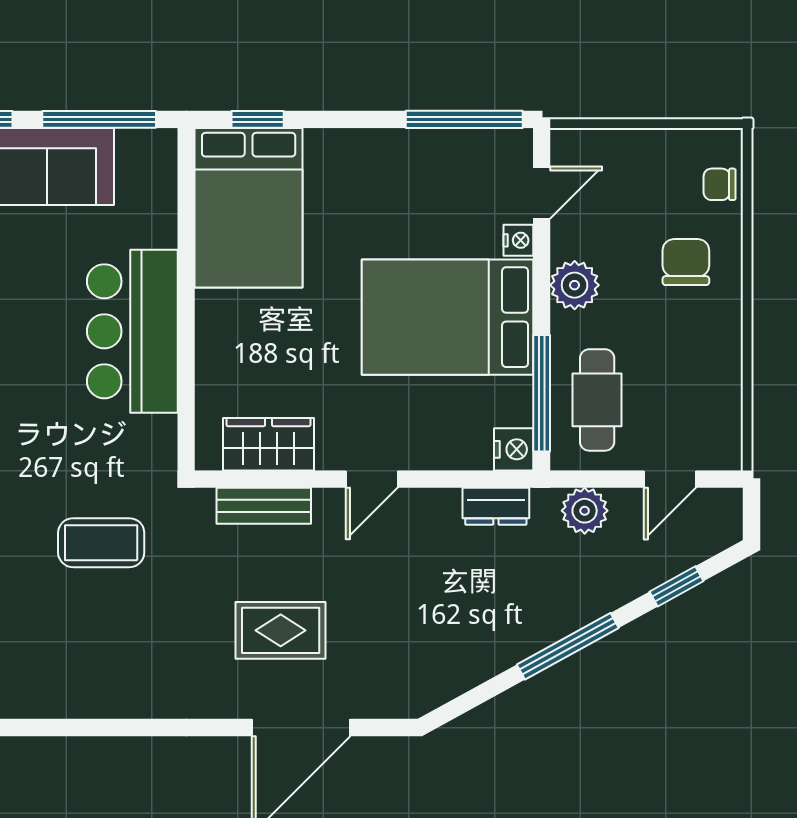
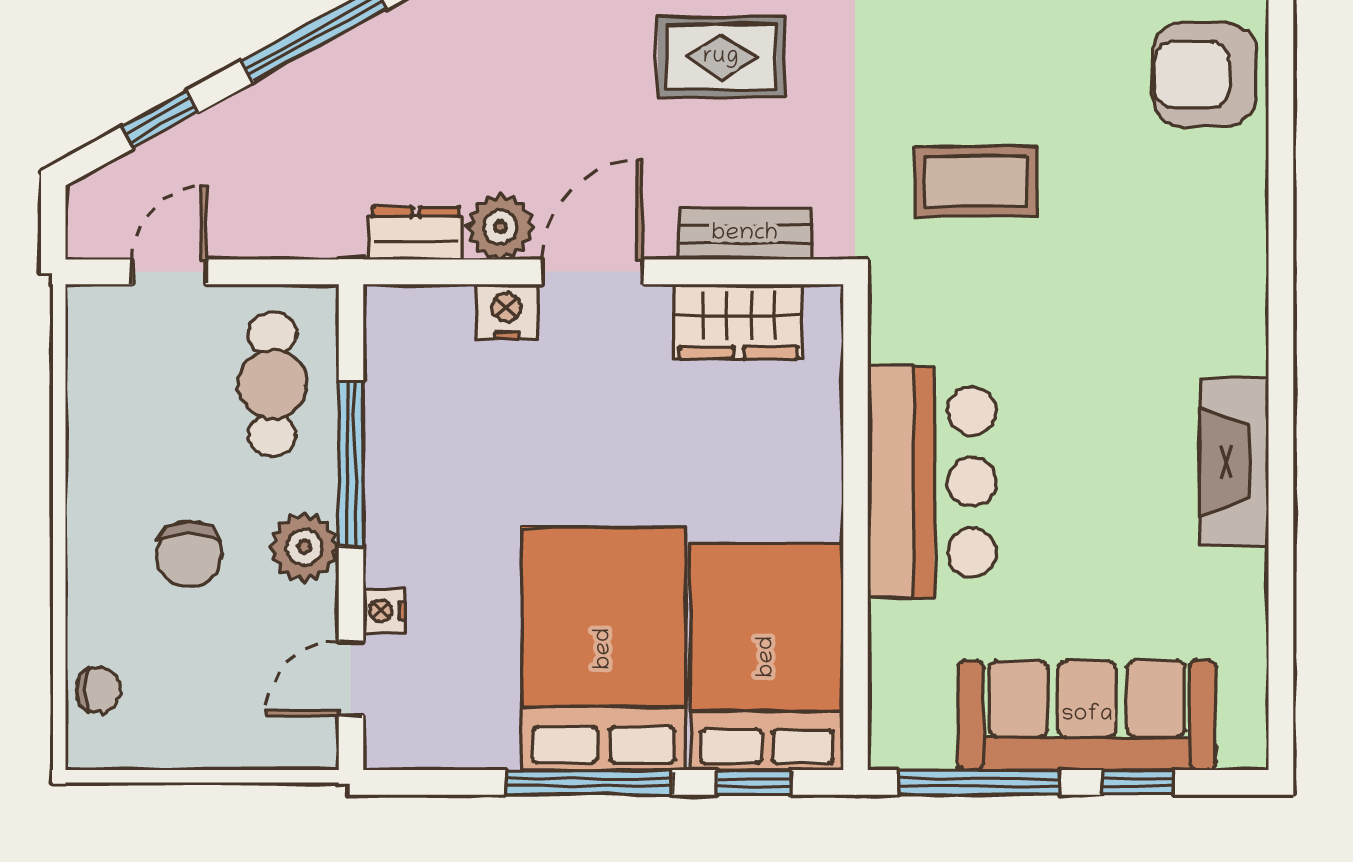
window: (464, 119) -> (589, 782), moved
chair: (686, 262) -> (189, 554), moved
bed: (447, 317) -> (604, 649), moved, turned -90
window: (542, 393) -> (351, 464), moved
nightstand: (514, 449) -> (507, 312), moved, turned 90
door: (372, 479) -> (592, 272), width x1.37
plant: (585, 511) -> (501, 227), moved

